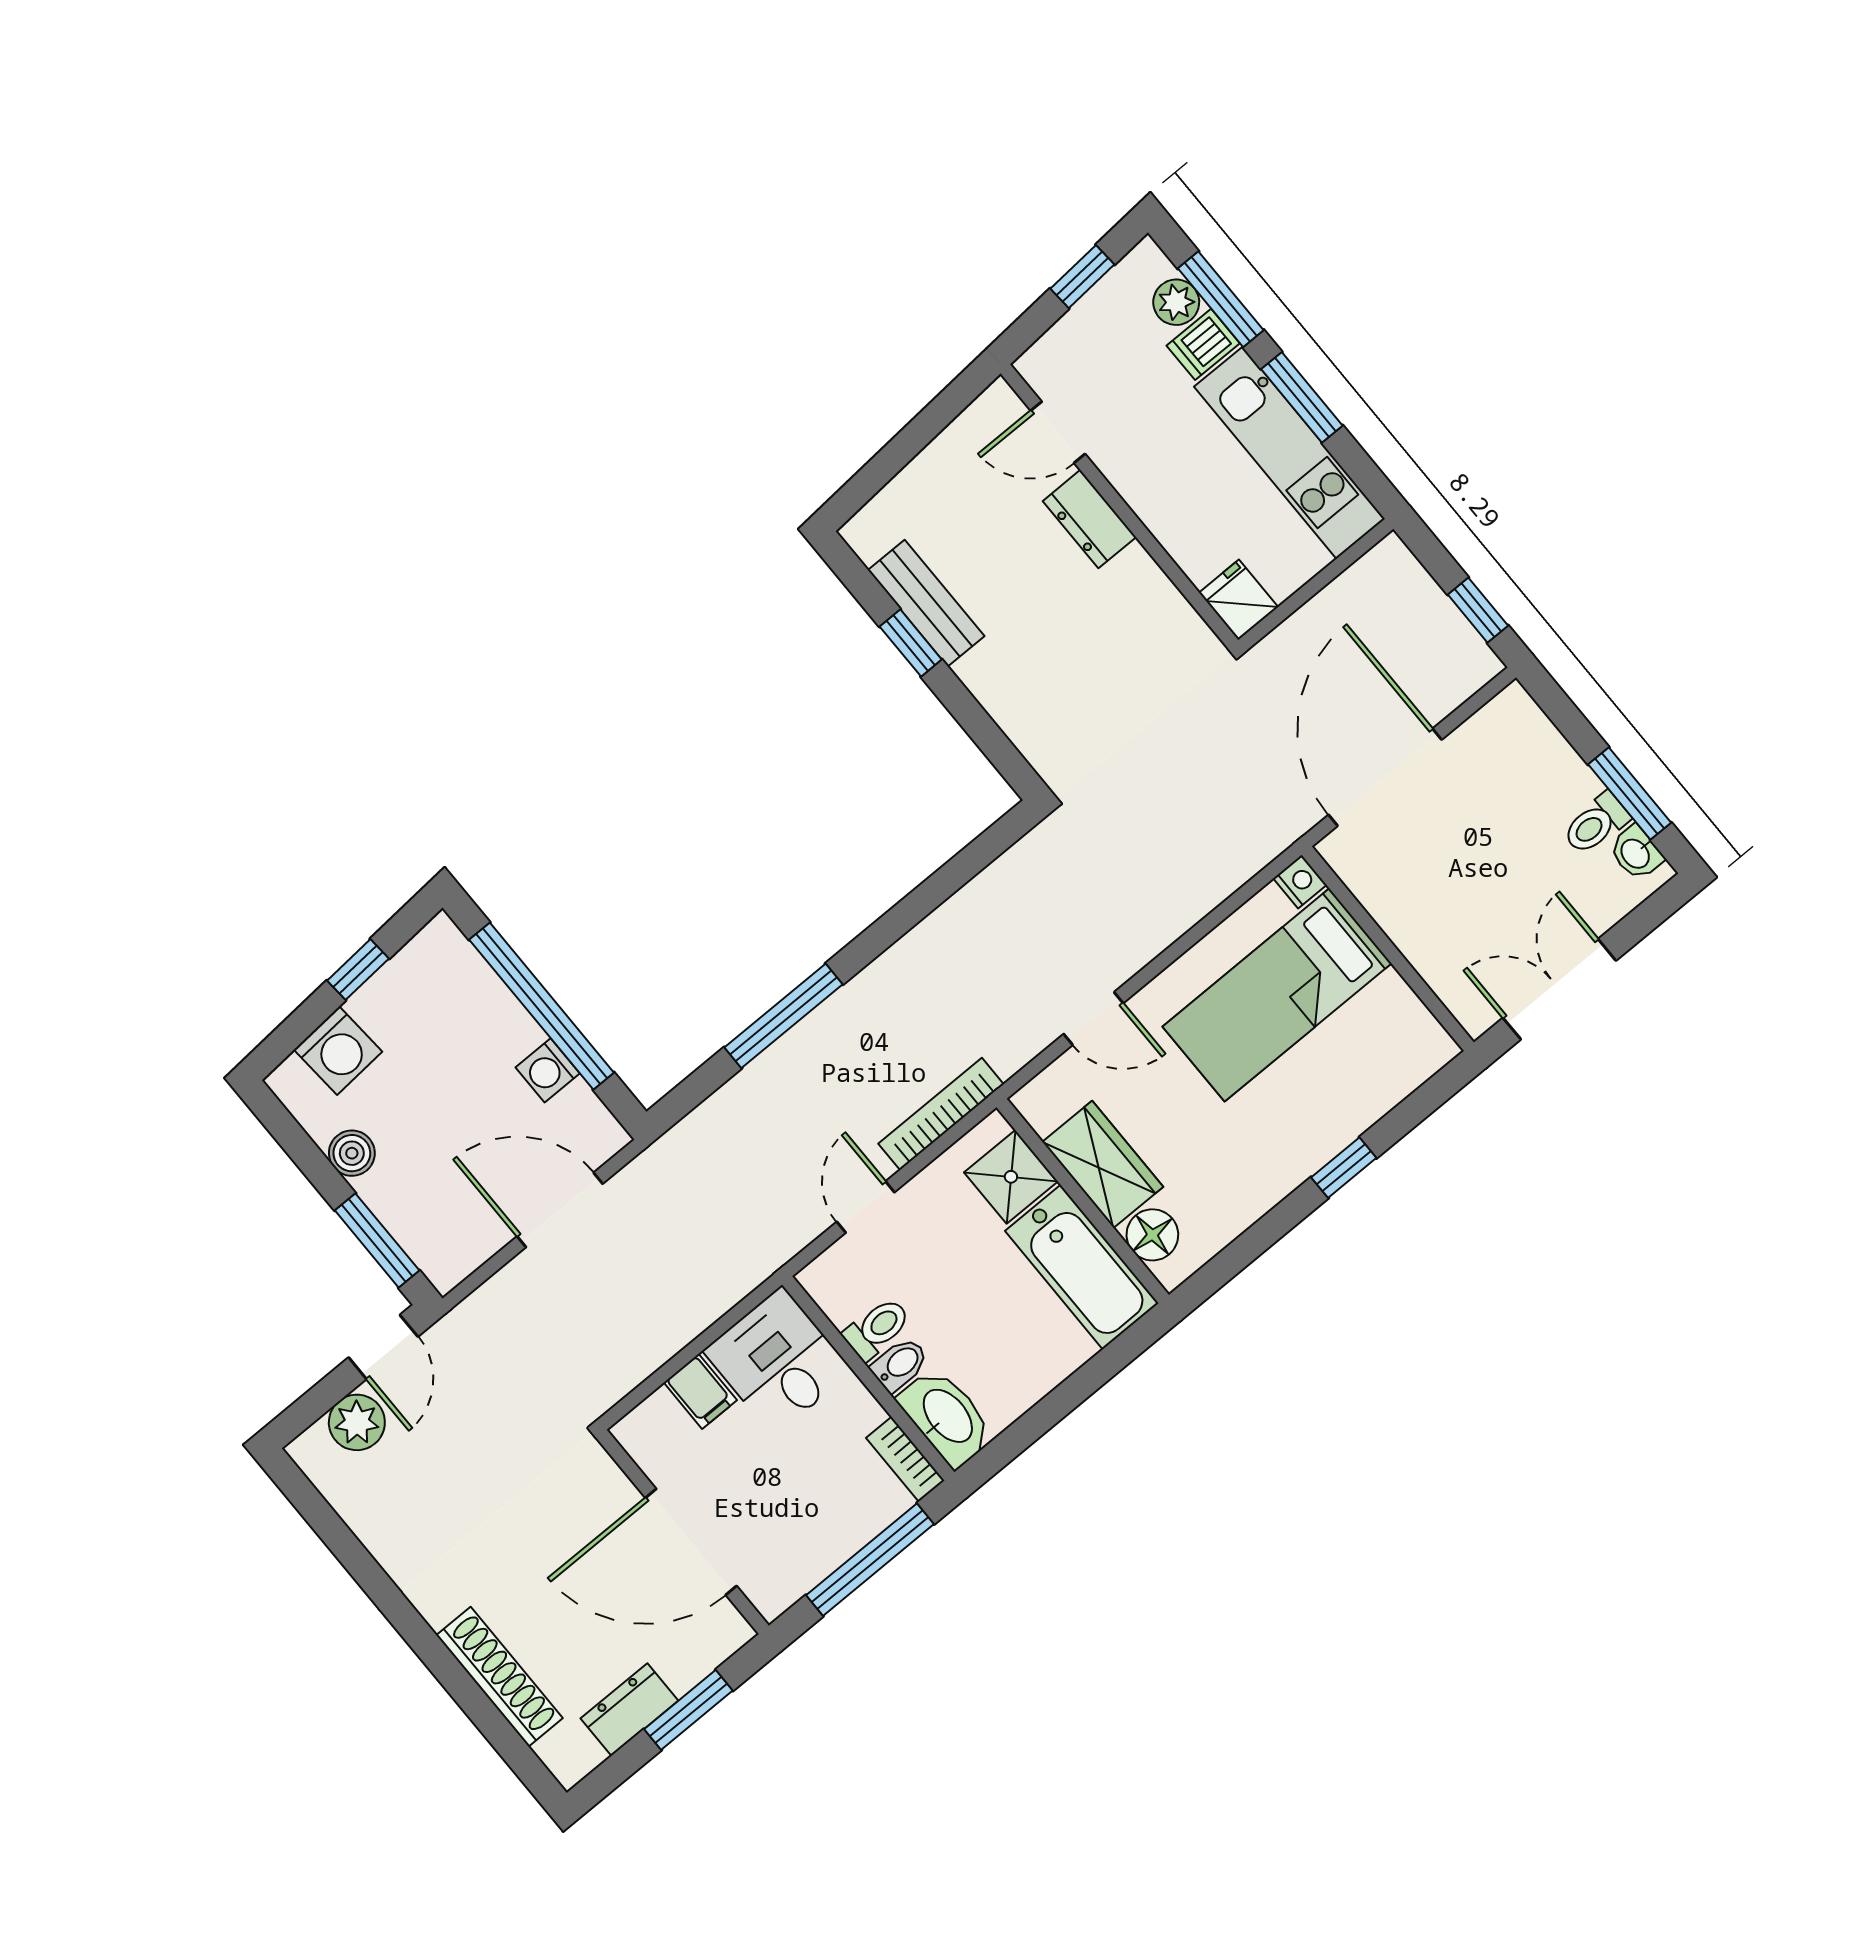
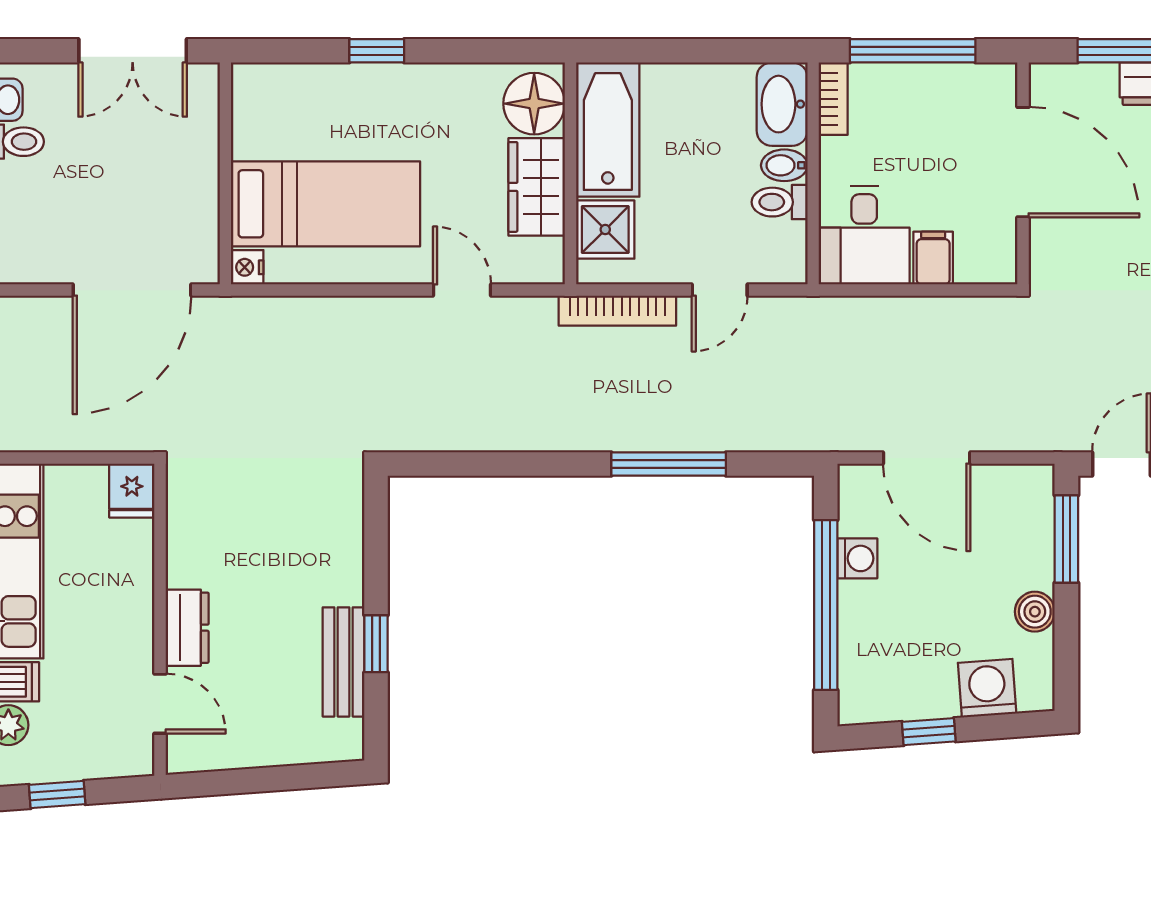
floor lamp: (1152, 1235) -> (534, 104), width x1.38, depth x1.38

